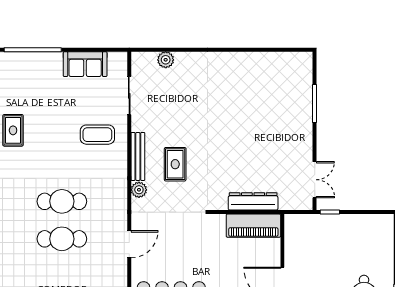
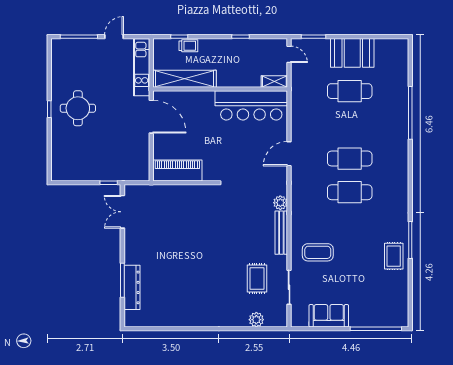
rug: (175, 164) -> (257, 279), moved
dresser: (253, 201) -> (132, 287), moved, turned -90

